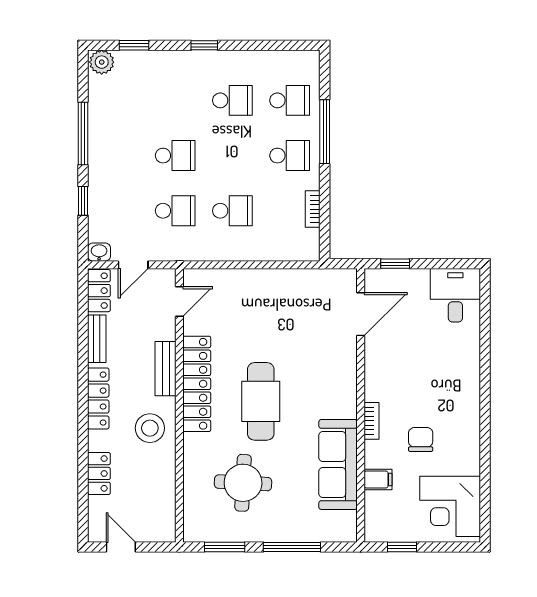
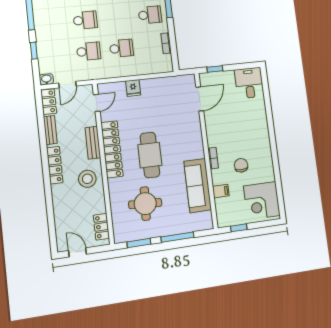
fridge: (245, 282) -> (133, 88), added
locker: (99, 473) -> (101, 227), moved, turned 180

